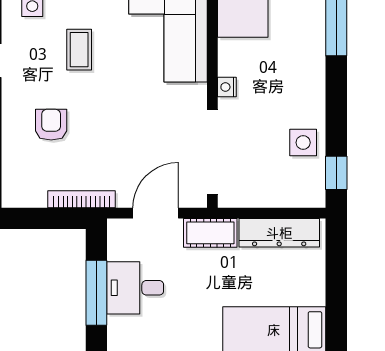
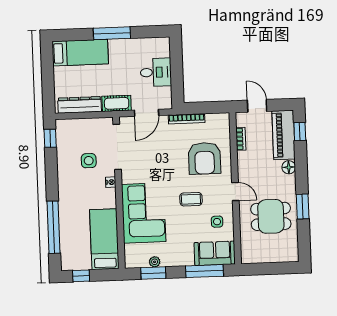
coffee table: (79, 50) -> (191, 199), turned 90
armchair: (51, 125) -> (204, 158), width x1.88, depth x1.88
side table: (303, 143) -> (89, 161), moved
window: (96, 293) -> (177, 69), removed

